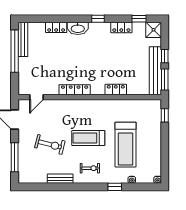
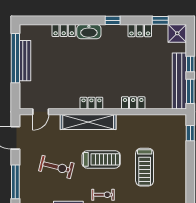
bench: (23, 39) -> (25, 61), moved
locker: (75, 90) -> (91, 103), width x0.66
shelving: (77, 106) -> (88, 122), added
treadmill: (88, 138) -> (101, 159), turned 180
treadmill: (126, 145) -> (145, 167), width x0.73, depth x0.73

